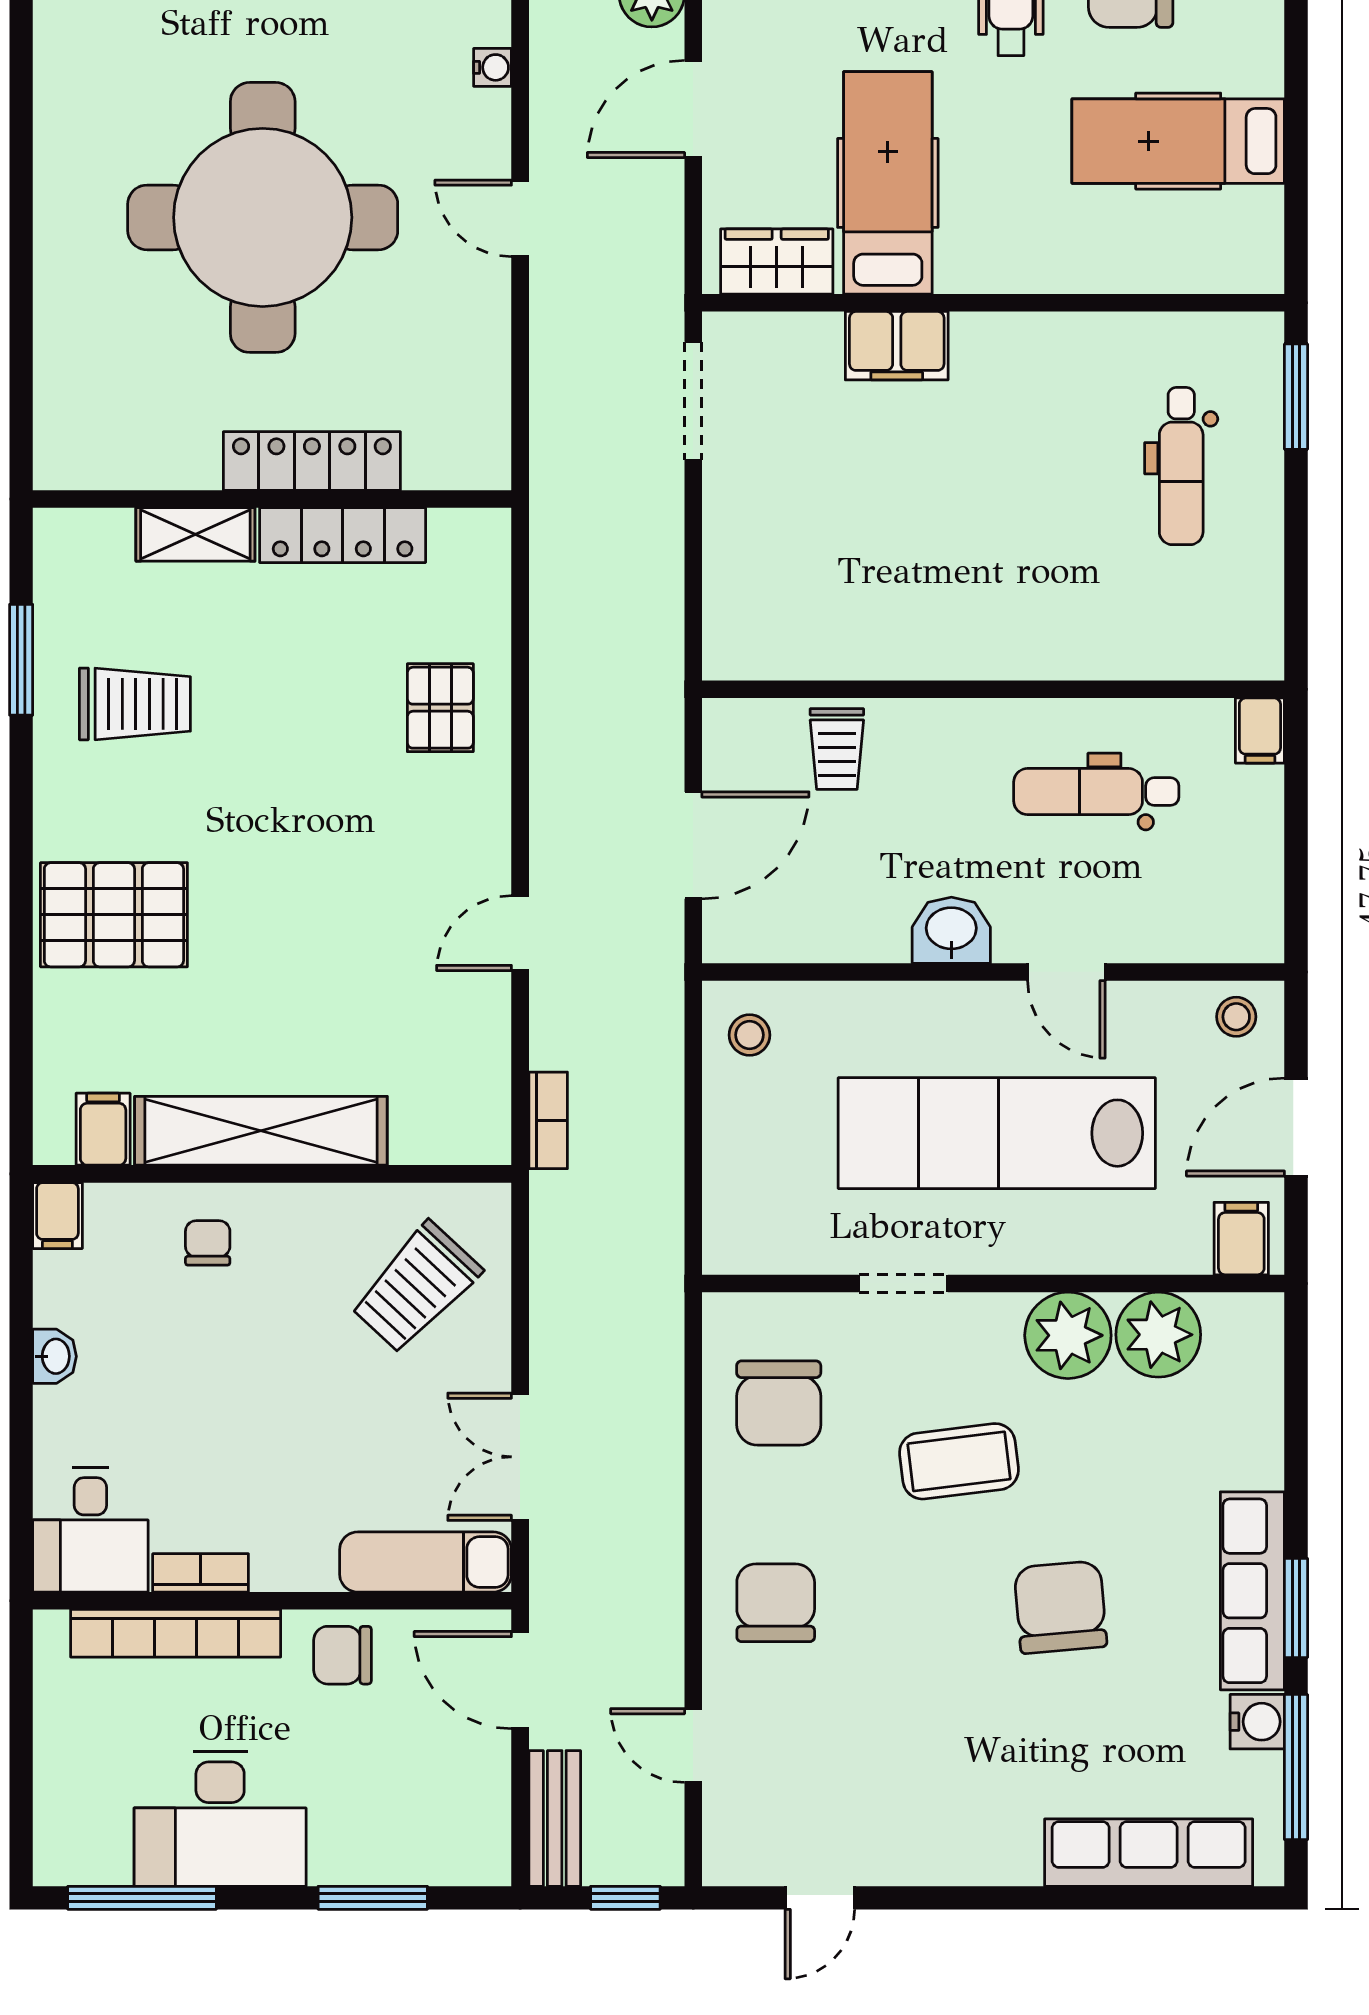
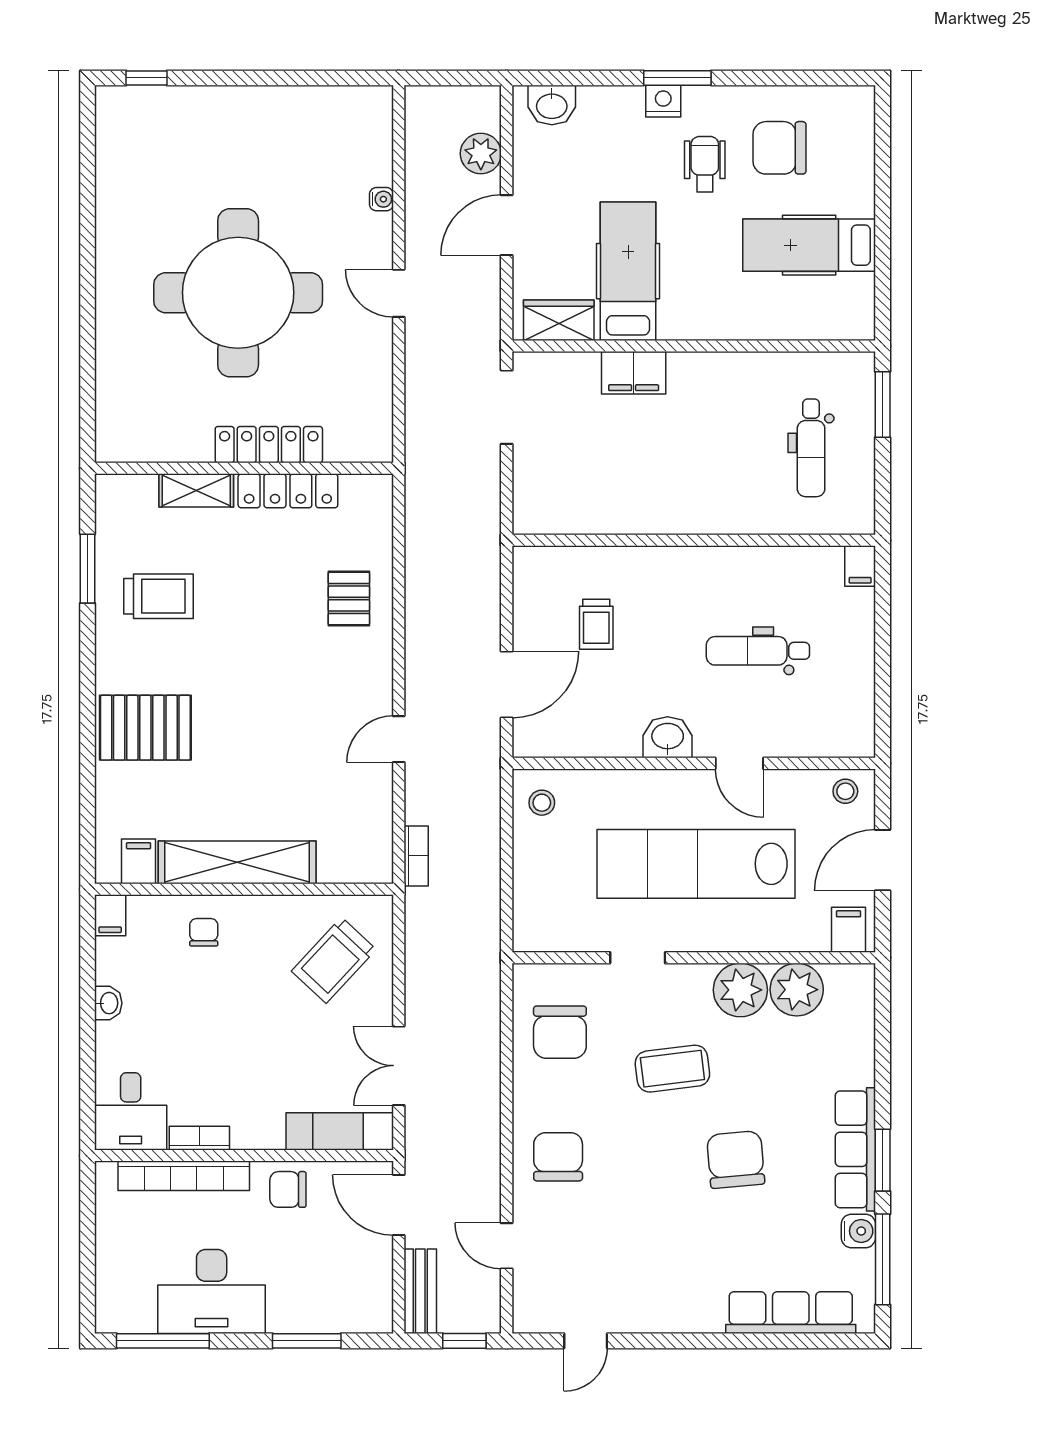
wall: (993, 689) -> (694, 540), moved
filing cabinet: (1260, 731) -> (860, 566), moved

